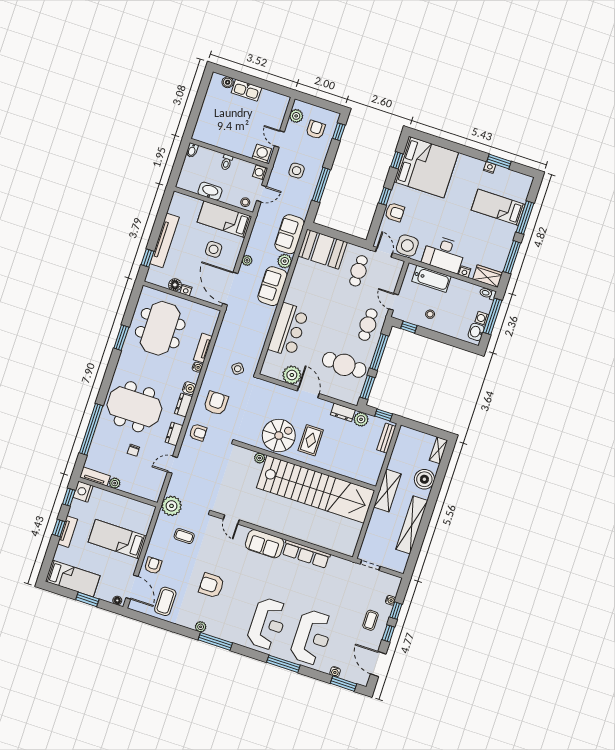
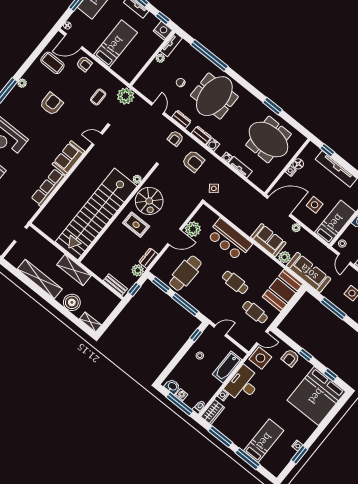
sofa: (290, 234) -> (309, 272), width x1.36
cafe table: (368, 325) -> (235, 282), moved

